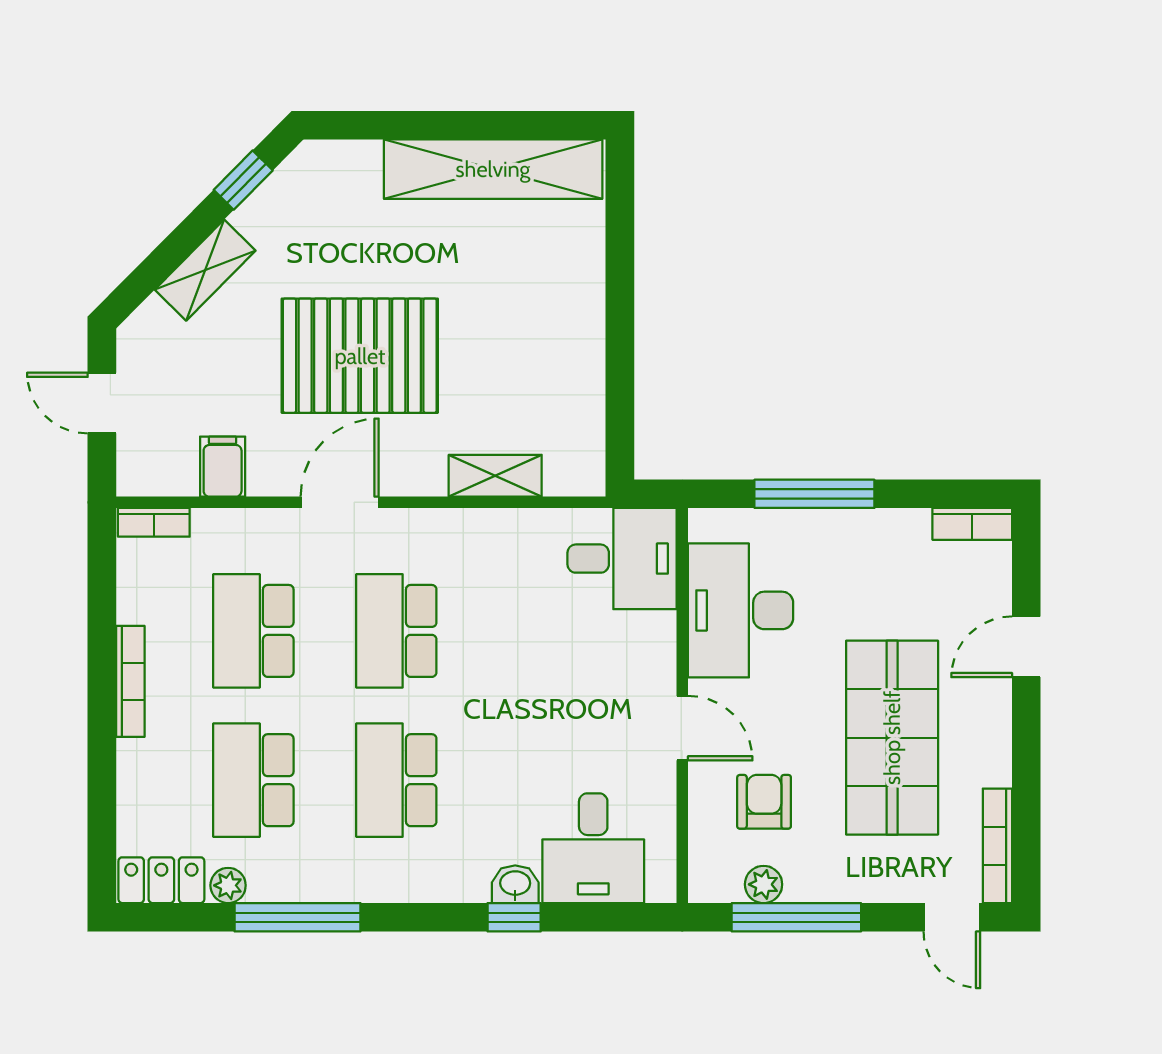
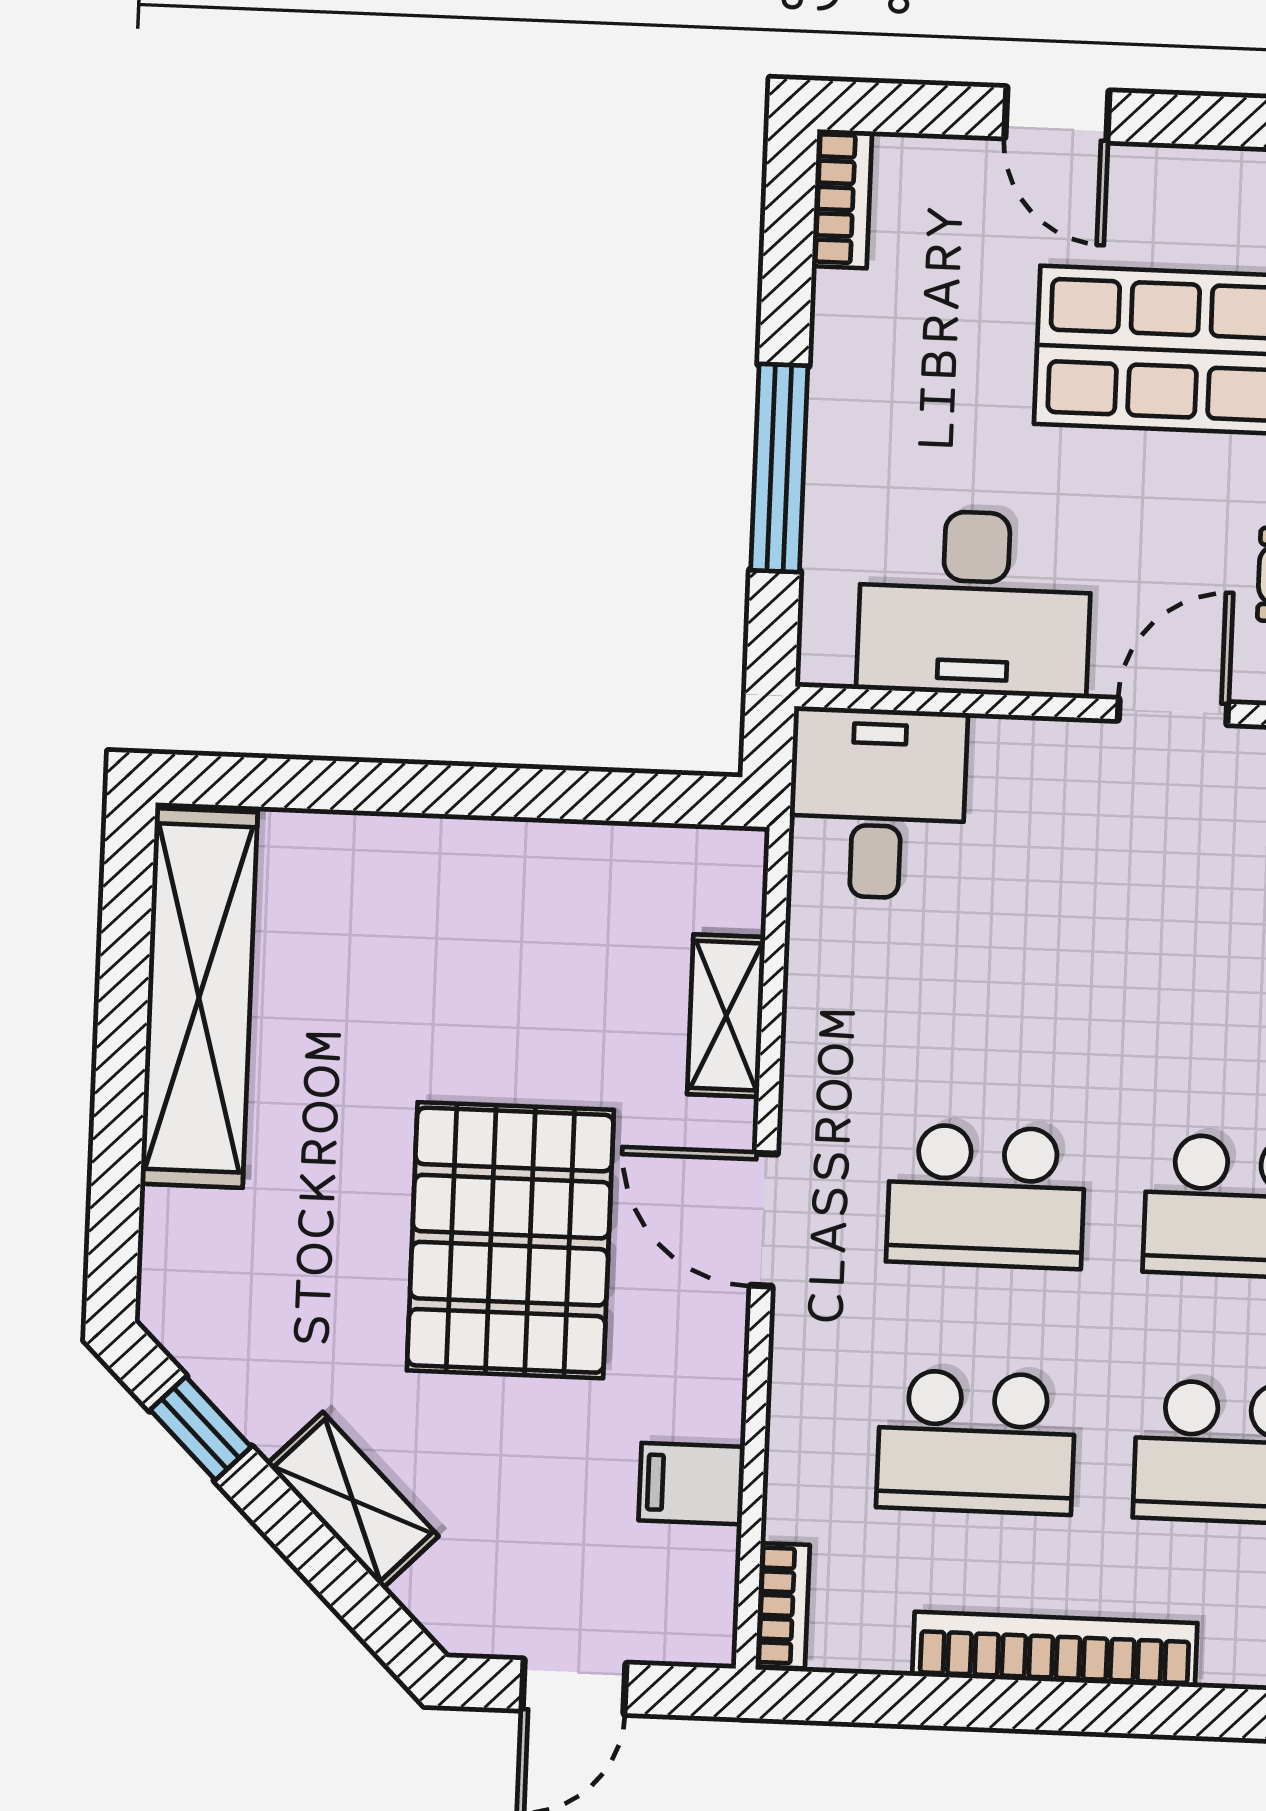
door: (340, 502) -> (764, 1220), moved
bookcase: (130, 681) -> (1055, 1649), width x1.48, depth x1.31

